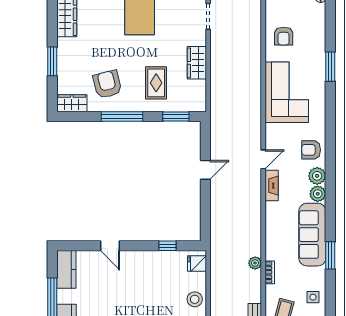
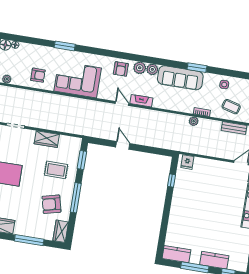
window: (52, 61) -> (29, 240), width x1.44
door: (110, 246) -> (165, 221), removed
stool: (195, 299) -> (212, 168), removed

